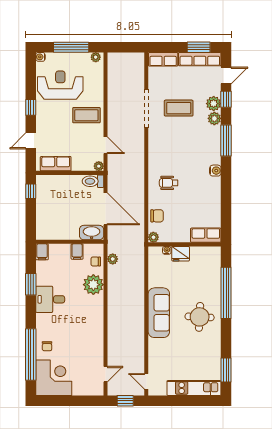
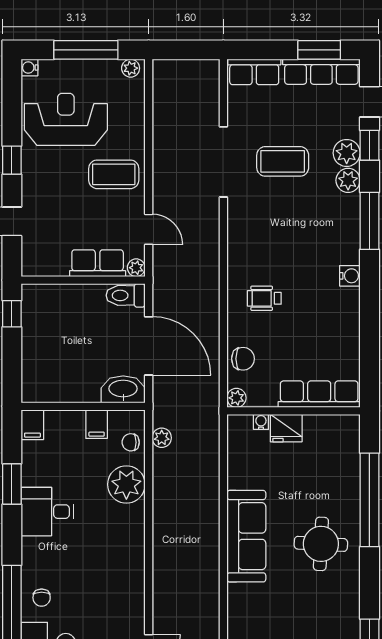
row of seats: (56, 164) -> (98, 263), moved
row of seats: (206, 235) -> (319, 394), width x1.48

